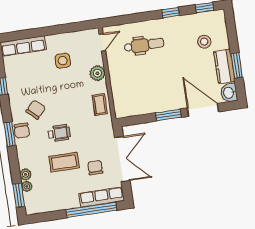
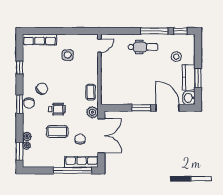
window: (171, 13) -> (154, 31), width x2.17
dental chair: (144, 45) -> (143, 47), moved
plant: (97, 73) -> (92, 112), moved

